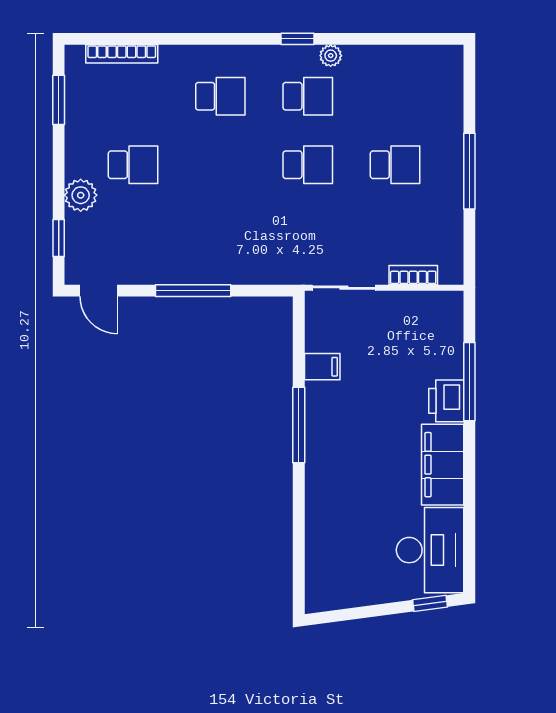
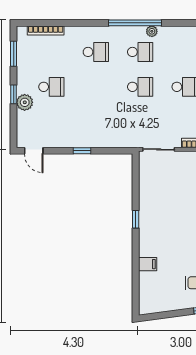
window: (298, 39) -> (135, 23), width x3.17
window: (59, 238) -> (14, 94), moved
window: (193, 291) -> (82, 151), width x0.46
filing cabinet: (322, 367) -> (148, 264), moved
window: (299, 425) -> (136, 219), width x0.46

